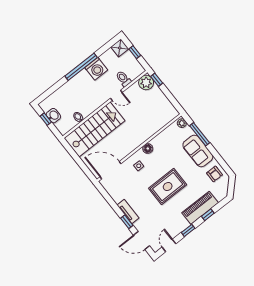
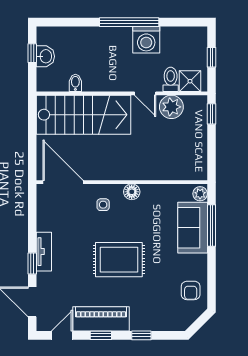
shower: (120, 48) -> (190, 81), moved
plant: (146, 83) -> (171, 107), moved
sofa: (198, 151) -> (193, 228), moved
piano: (200, 208) -> (101, 319), moved

